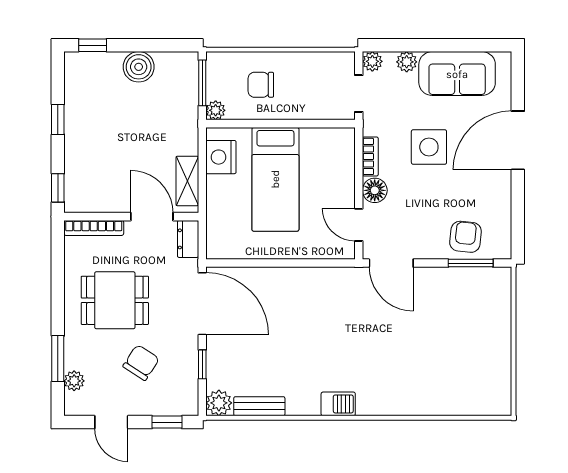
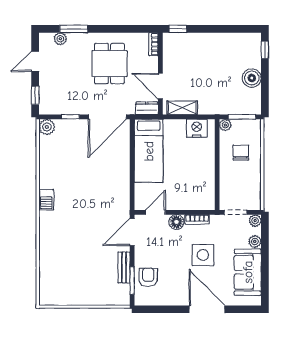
window: (58, 119) -> (220, 29), removed
bed: (275, 179) -> (149, 151), moved, turned -90
door: (152, 217) -> (160, 86), swing flipped
bookcase: (94, 228) -> (154, 44), width x0.64
armchair: (465, 237) -> (148, 277), turned -96
chair: (141, 363) -> (71, 80), removed
bench: (259, 406) -> (124, 267), moved

